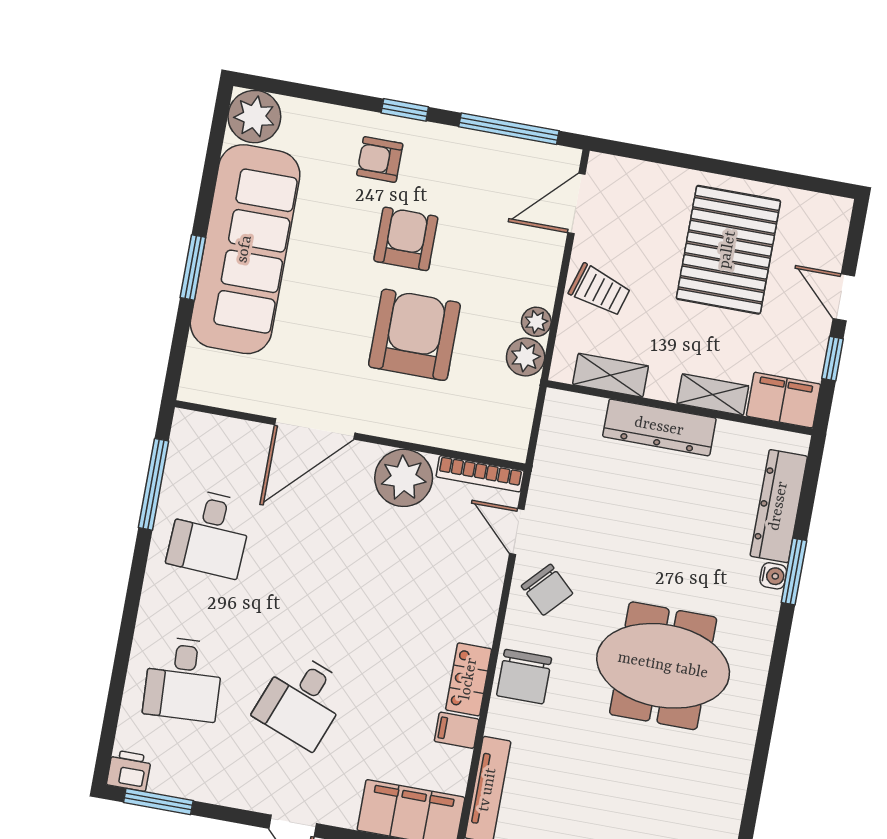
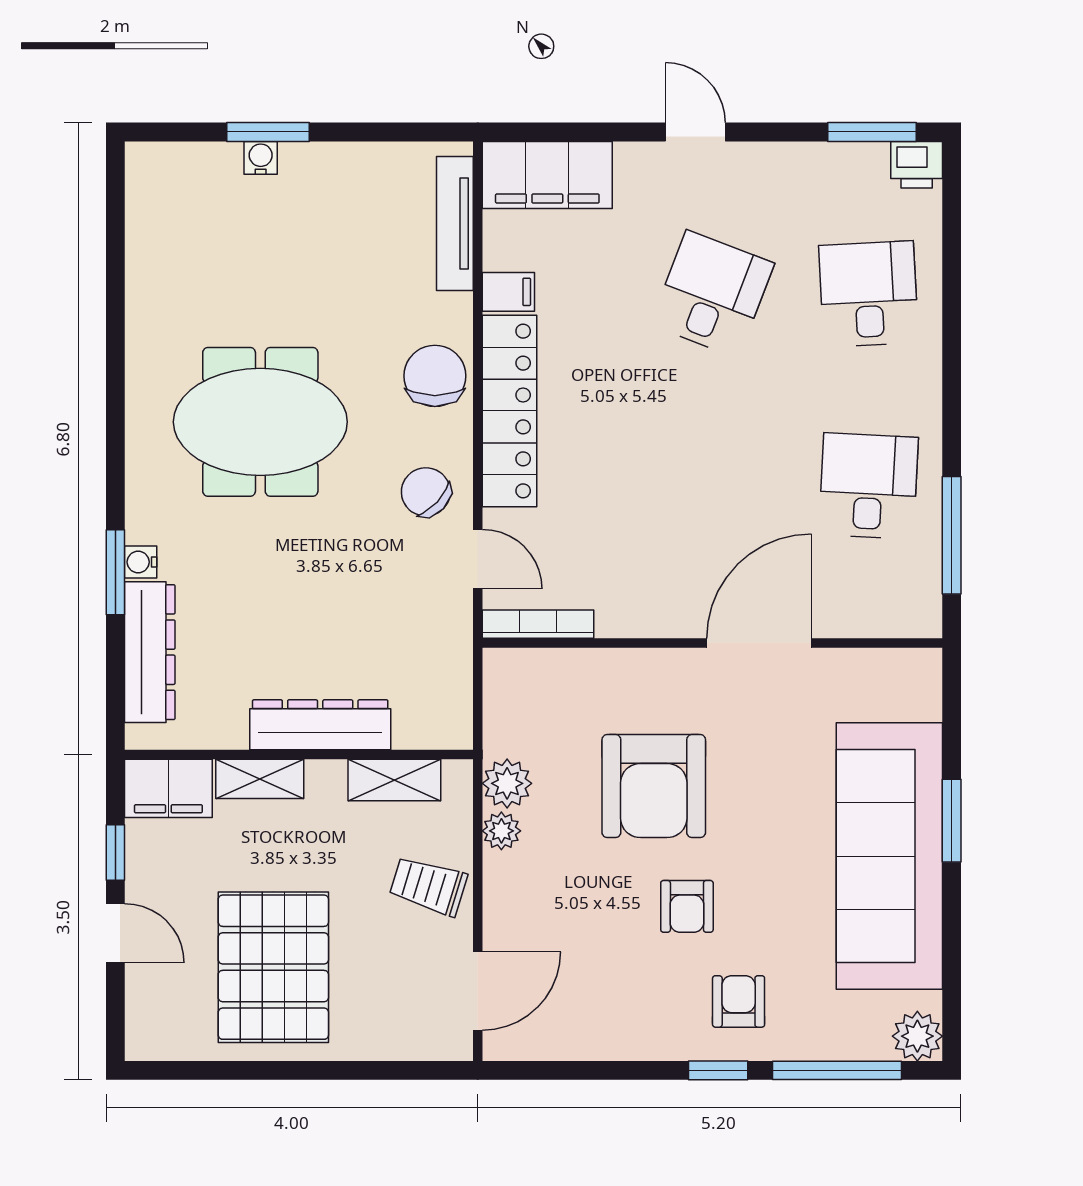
plant: (254, 117) -> (917, 1036), width x0.73, depth x0.73
window: (509, 129) -> (837, 1070), moved
armchair: (380, 159) -> (739, 1001), turned -90
armchair: (406, 239) -> (687, 906), width x0.72, depth x0.72
plant: (404, 478) -> (634, 601), removed
locker: (469, 679) -> (510, 411), width x2.16, depth x1.21

